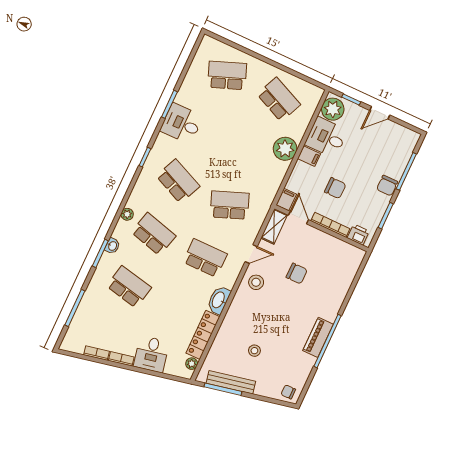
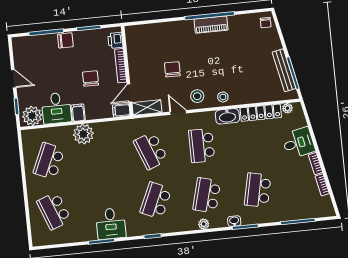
stool: (254, 351) -> (223, 97), moved

